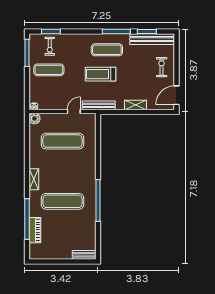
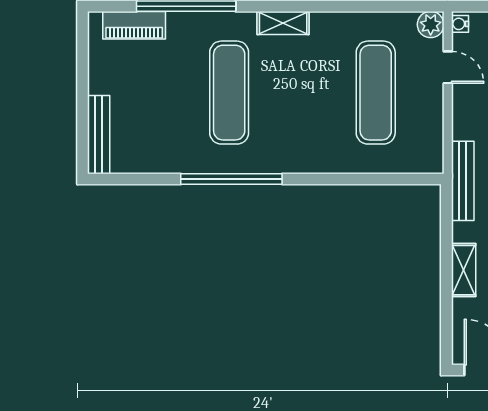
door: (74, 111) -> (448, 67), moved
piano: (35, 230) -> (134, 25), moved
bench: (84, 255) -> (99, 135), width x1.36

